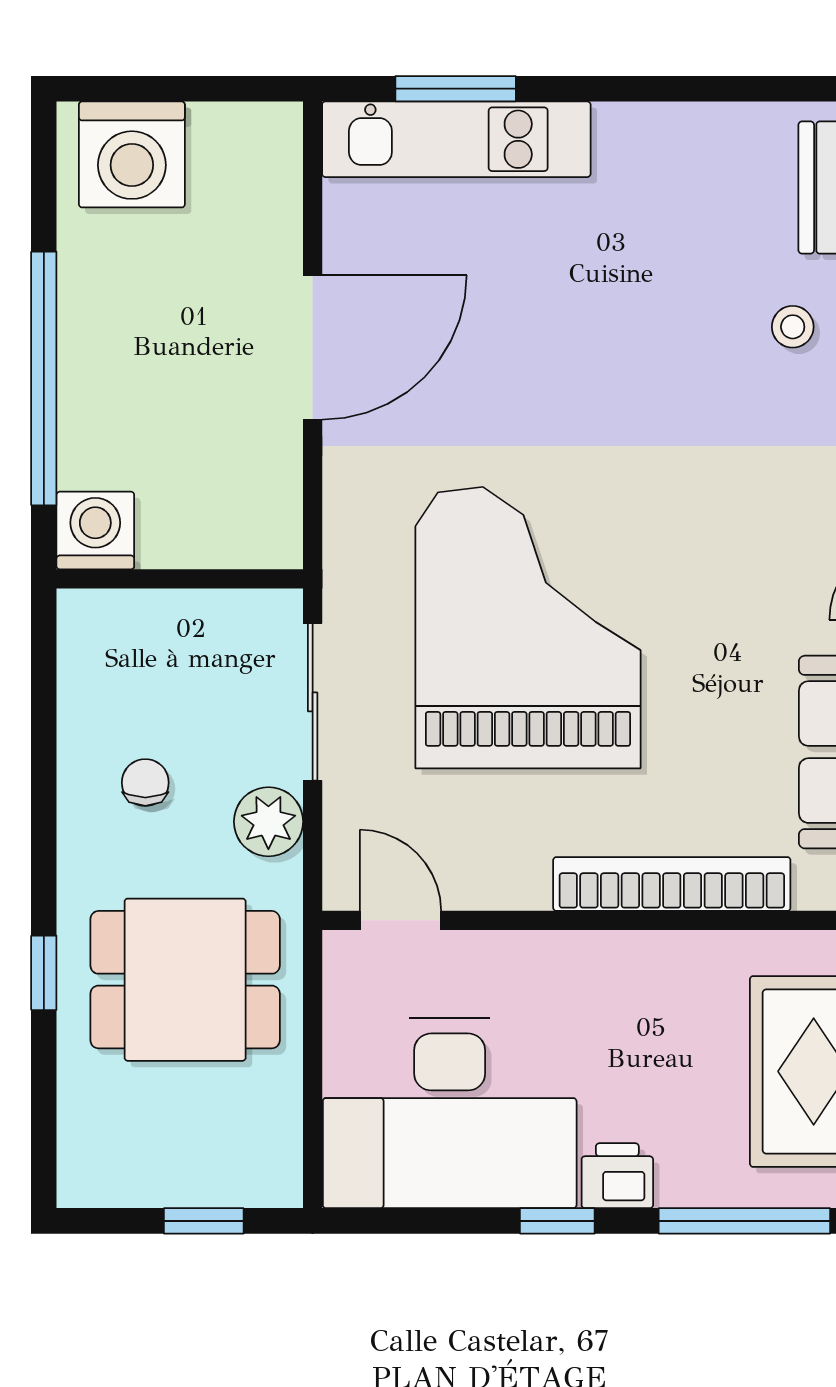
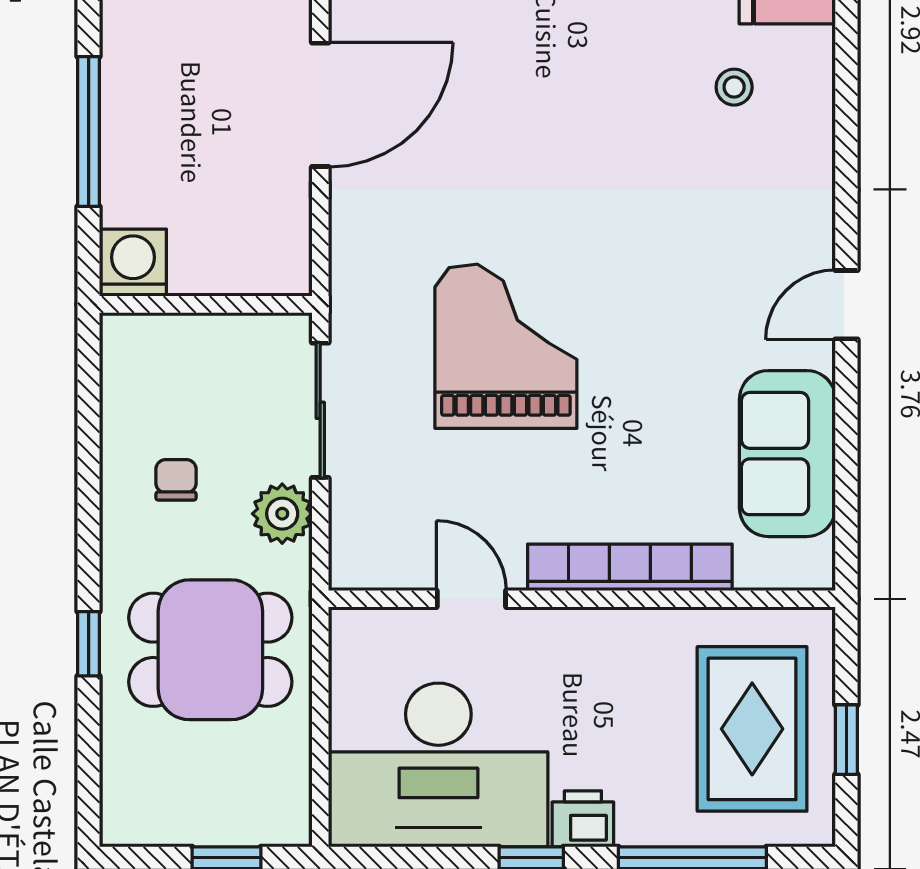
window: (44, 378) -> (89, 132), width x0.68
grand piano: (528, 628) -> (506, 346), width x0.73, depth x0.68
door: (400, 920) -> (471, 599), moved

